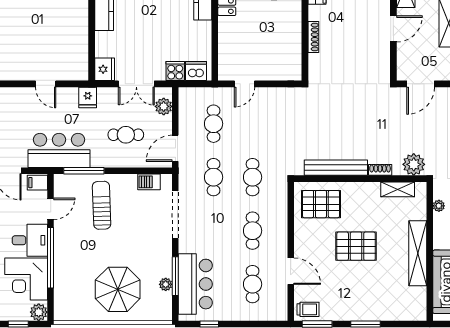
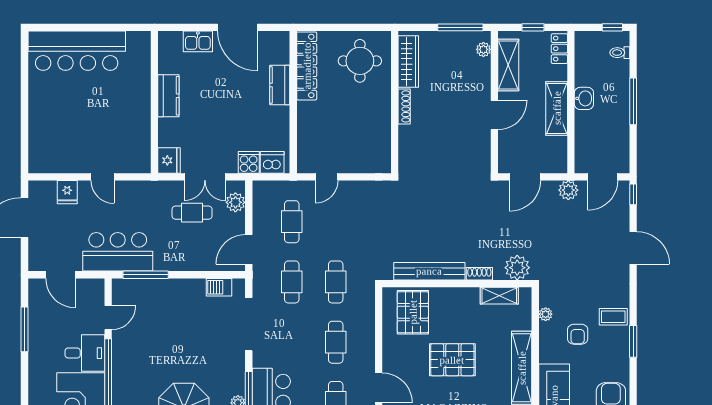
shoe rack: (313, 37) -> (404, 106), moved
fridge: (88, 97) -> (67, 192), moved
cafe table: (126, 135) -> (192, 213), moved
filing cabinet: (37, 183) -> (93, 288), removed
pallet: (321, 204) -> (413, 312), turned 90
sun lounger: (102, 205) -> (166, 314), removed

